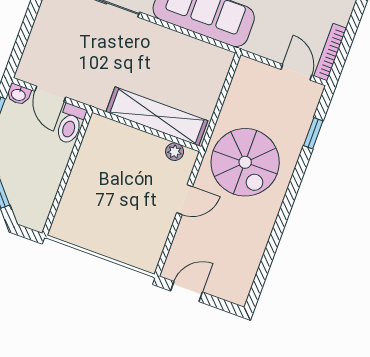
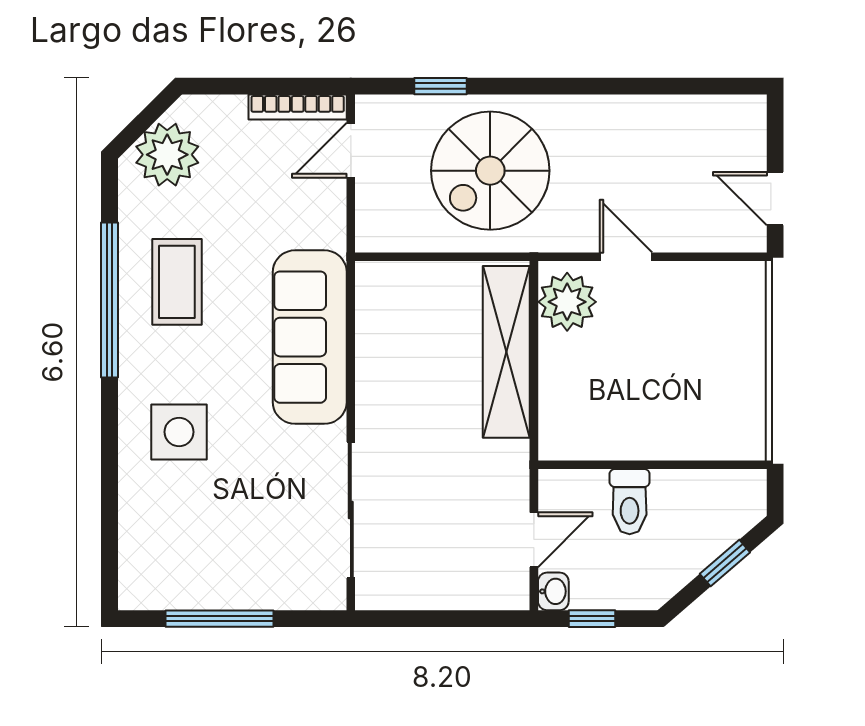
toilet: (70, 124) -> (630, 502), moved, turned 90
plant: (175, 152) -> (567, 302), width x1.88, depth x1.88
spiral stairs: (245, 162) -> (490, 171), moved, turned 180

